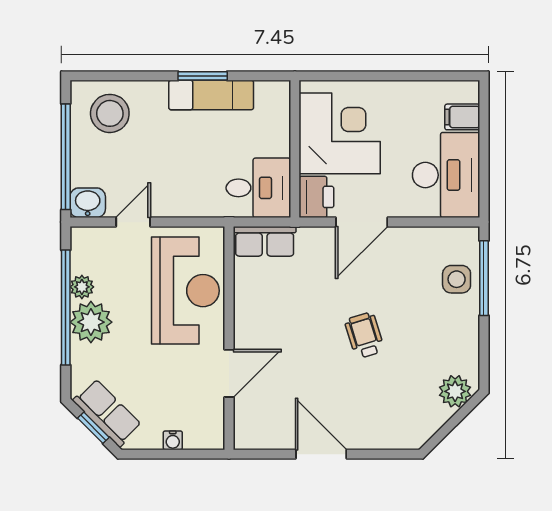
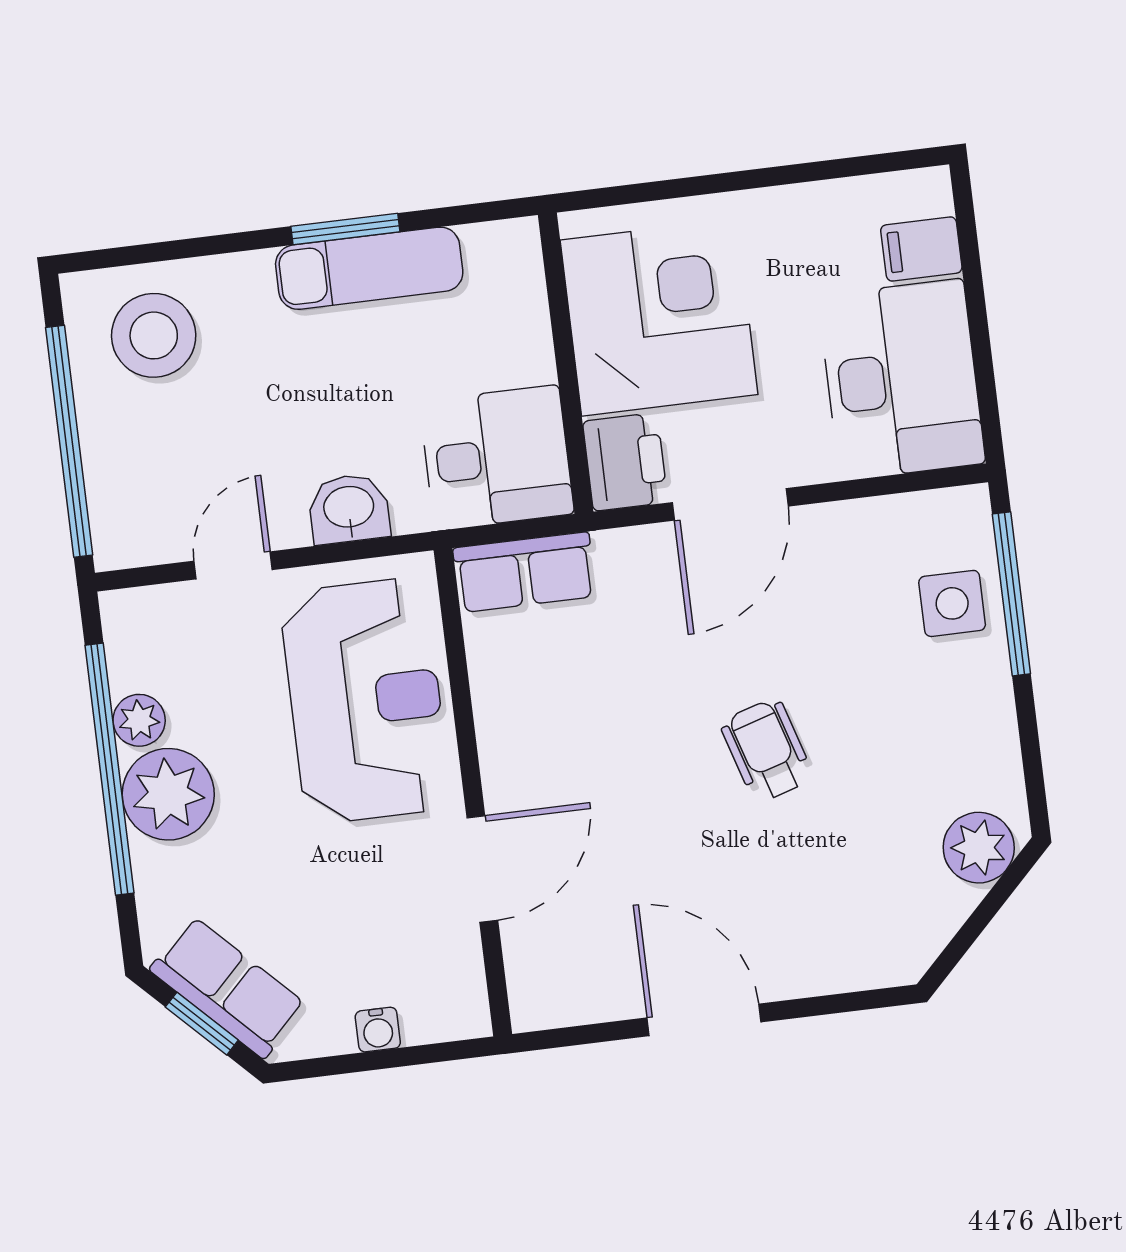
washbasin: (88, 203) -> (349, 509), moved

